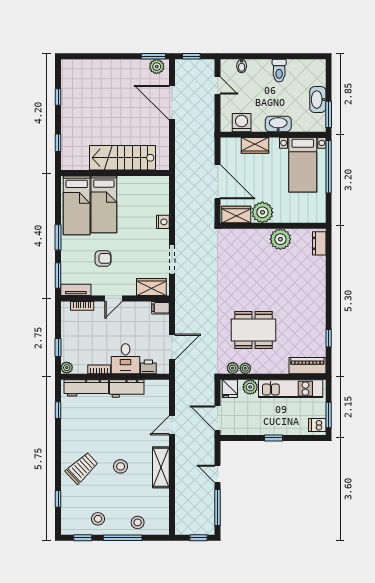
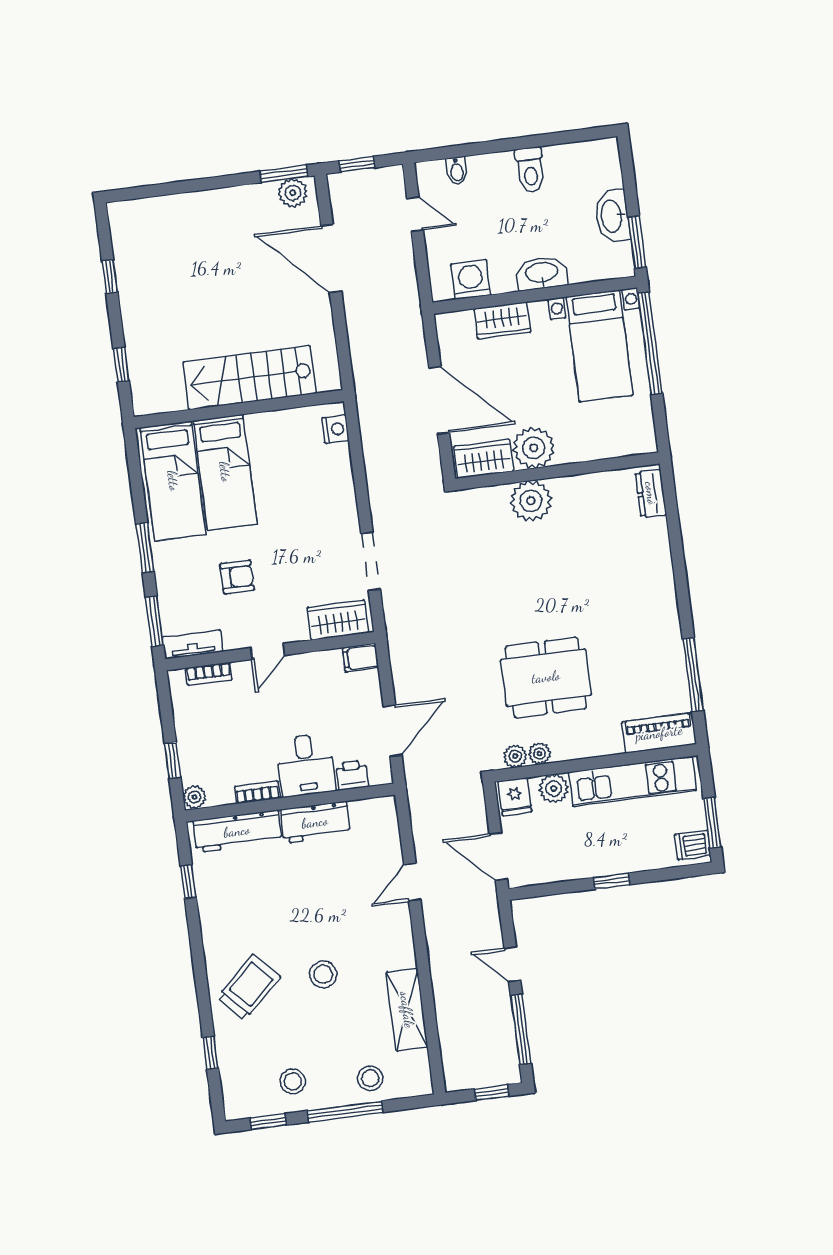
nightstand: (163, 222) -> (336, 429), moved
plant: (280, 239) -> (531, 501), moved
window: (329, 338) -> (693, 675), width x2.17
shelving: (161, 467) -> (407, 1010), moved

